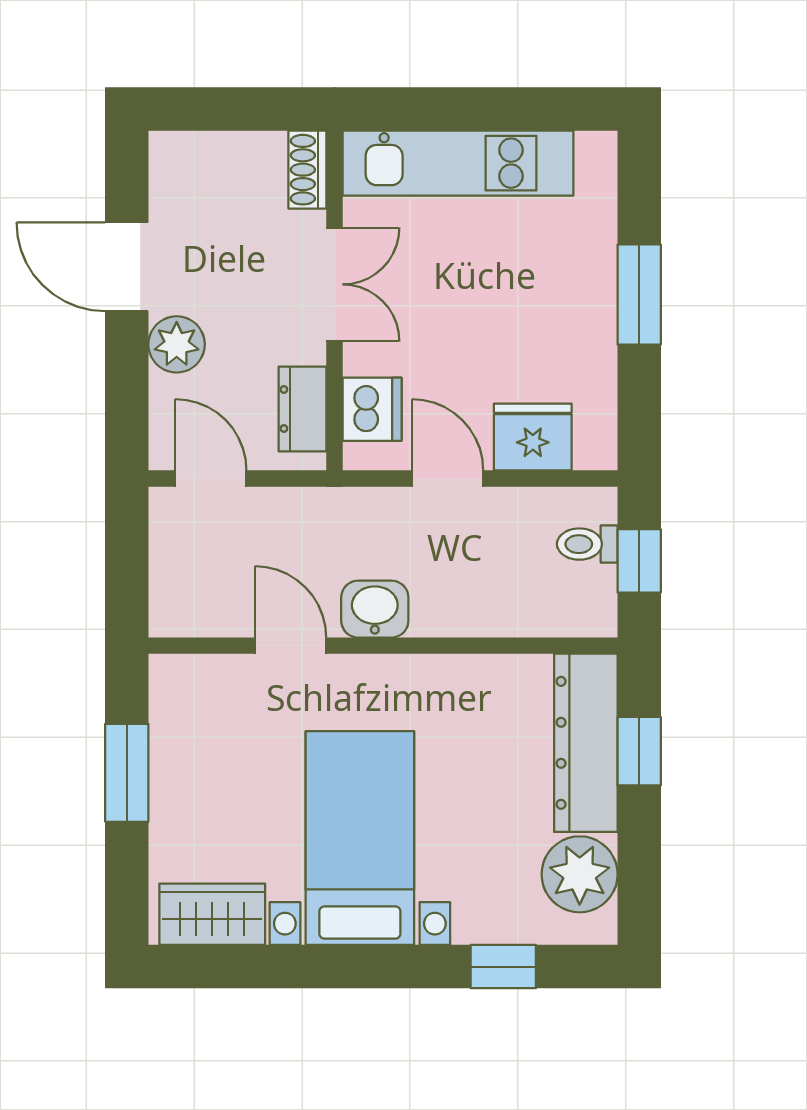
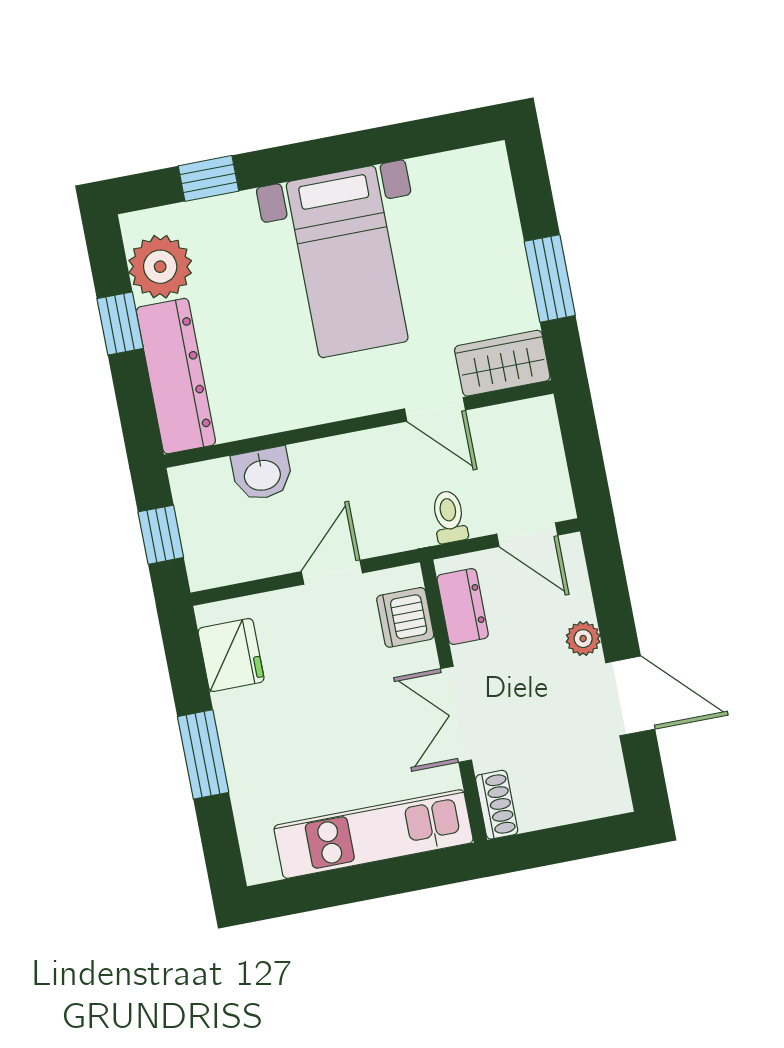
plant: (177, 344) -> (583, 639), width x0.73, depth x0.73
fridge: (533, 437) -> (231, 655), moved, turned -90
door: (448, 478) -> (332, 572), swing flipped
toilet: (587, 544) -> (449, 517), moved, turned -90
washbasin: (375, 609) -> (262, 474), moved
window: (639, 751) -> (120, 323), moved
wardrobe: (212, 914) -> (502, 363), moved, turned 180

